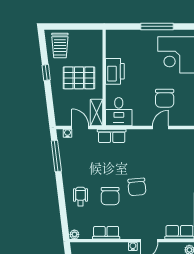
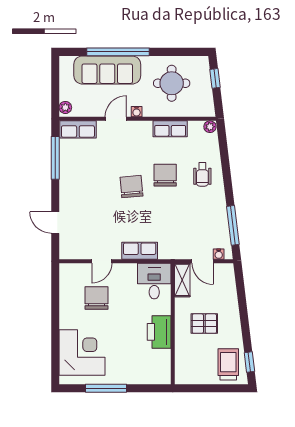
window: (46, 73) -> (249, 362), moved
pallet: (79, 78) -> (204, 324), width x0.67, depth x0.71
row of seats: (112, 136) -> (140, 251), moved

